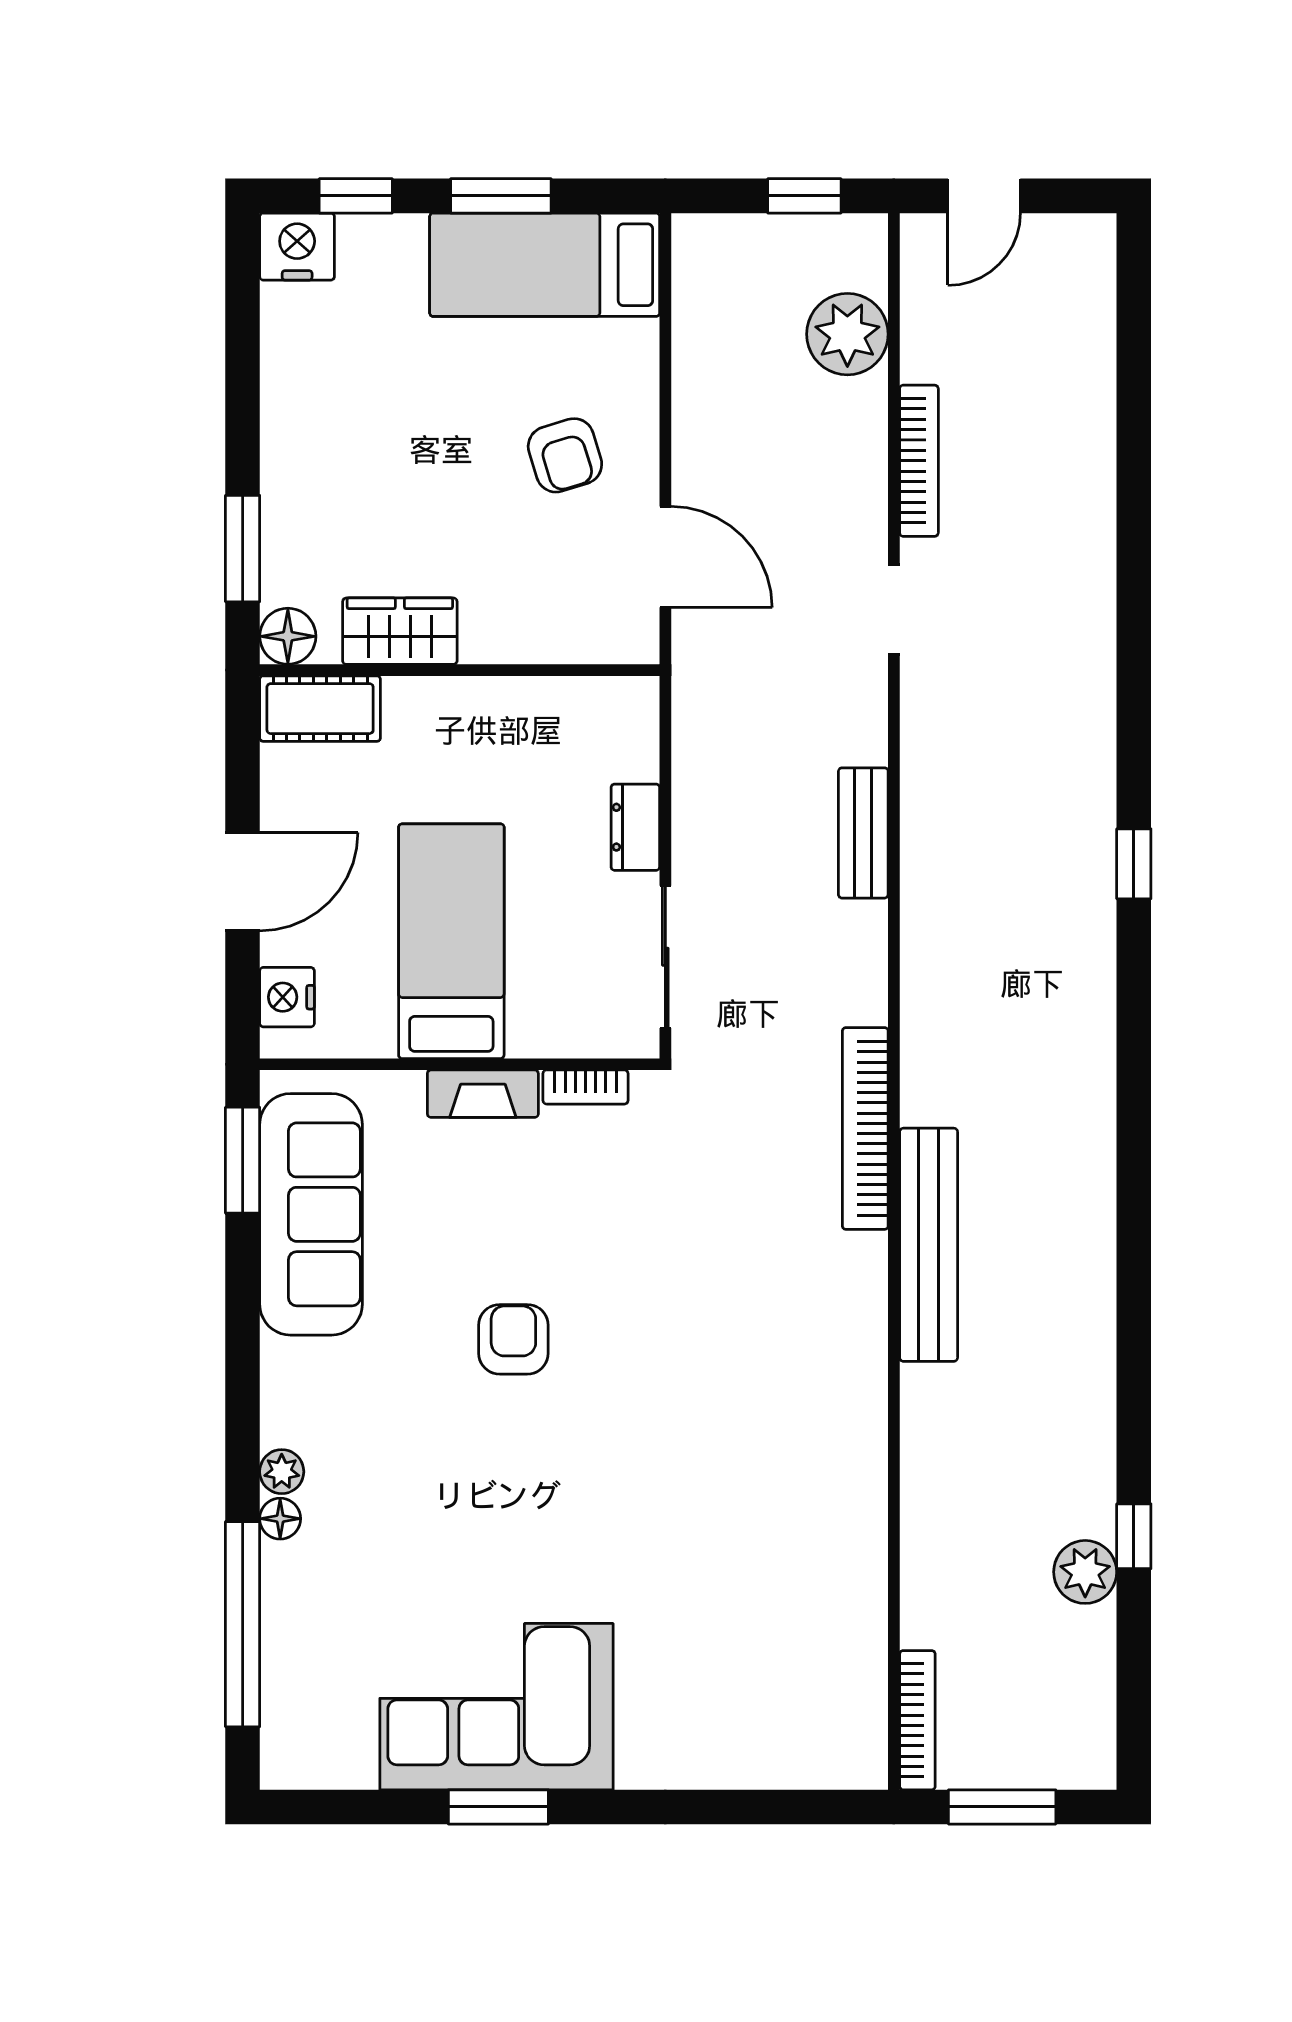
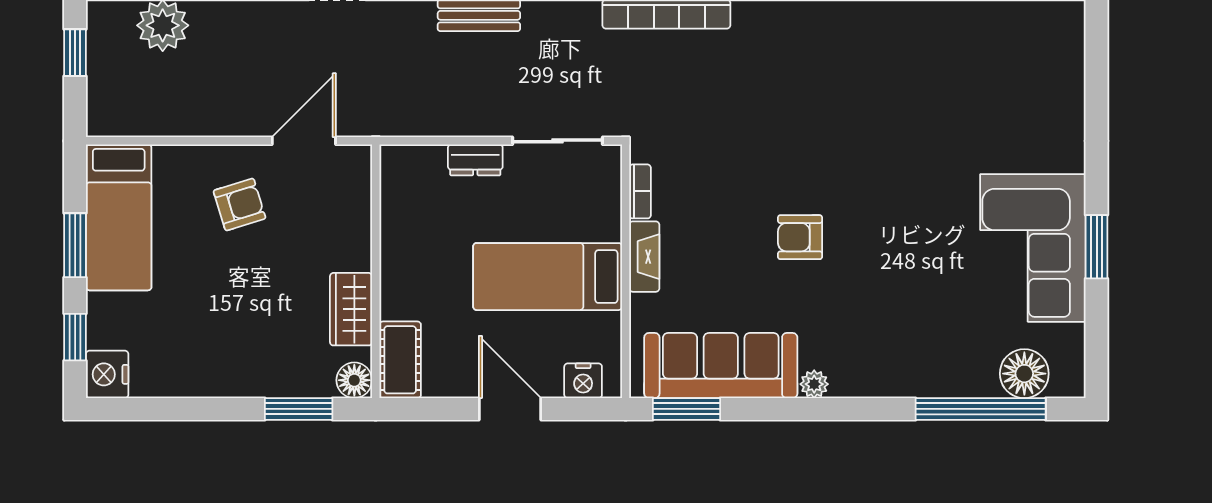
plant: (282, 1472) -> (814, 384), moved
floor lamp: (280, 1519) -> (1024, 374), moved, width x1.89, depth x1.89

